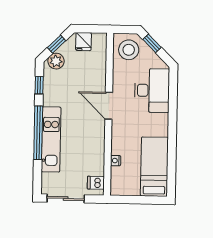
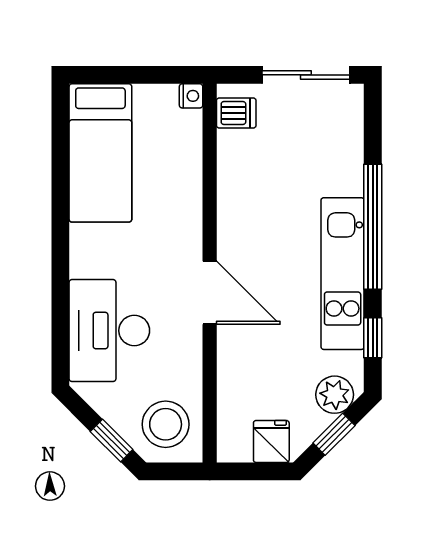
kitchen unit: (51, 139) -> (343, 274), moved
nightstand: (116, 161) -> (191, 96), moved

